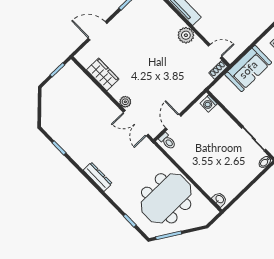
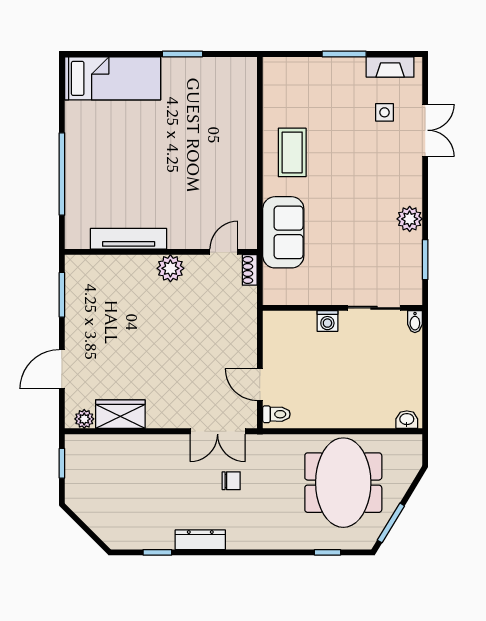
plant: (125, 102) -> (84, 419), moved
washing machine: (209, 104) -> (327, 321), moved
chair: (120, 150) -> (231, 481), added
dresser: (98, 177) -> (200, 540), moved

